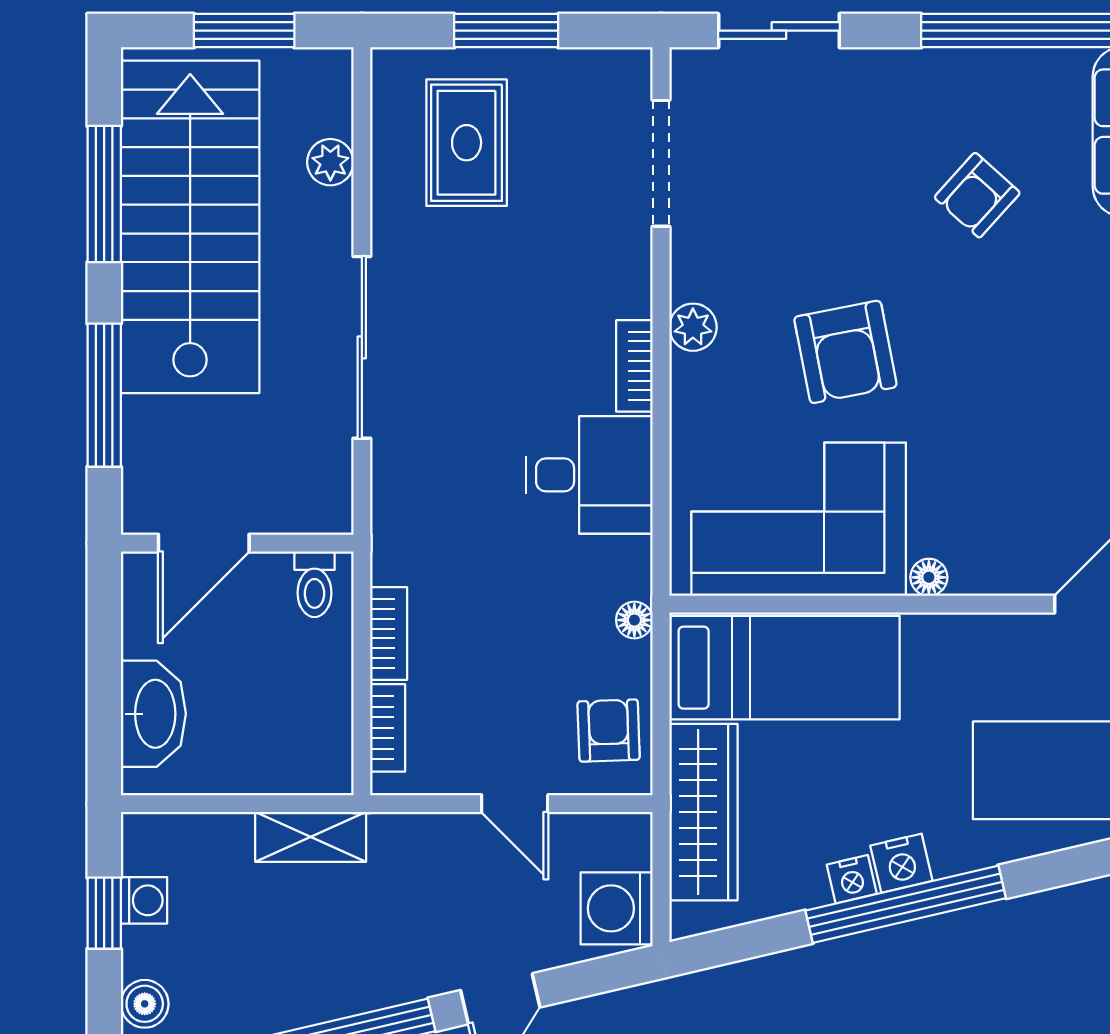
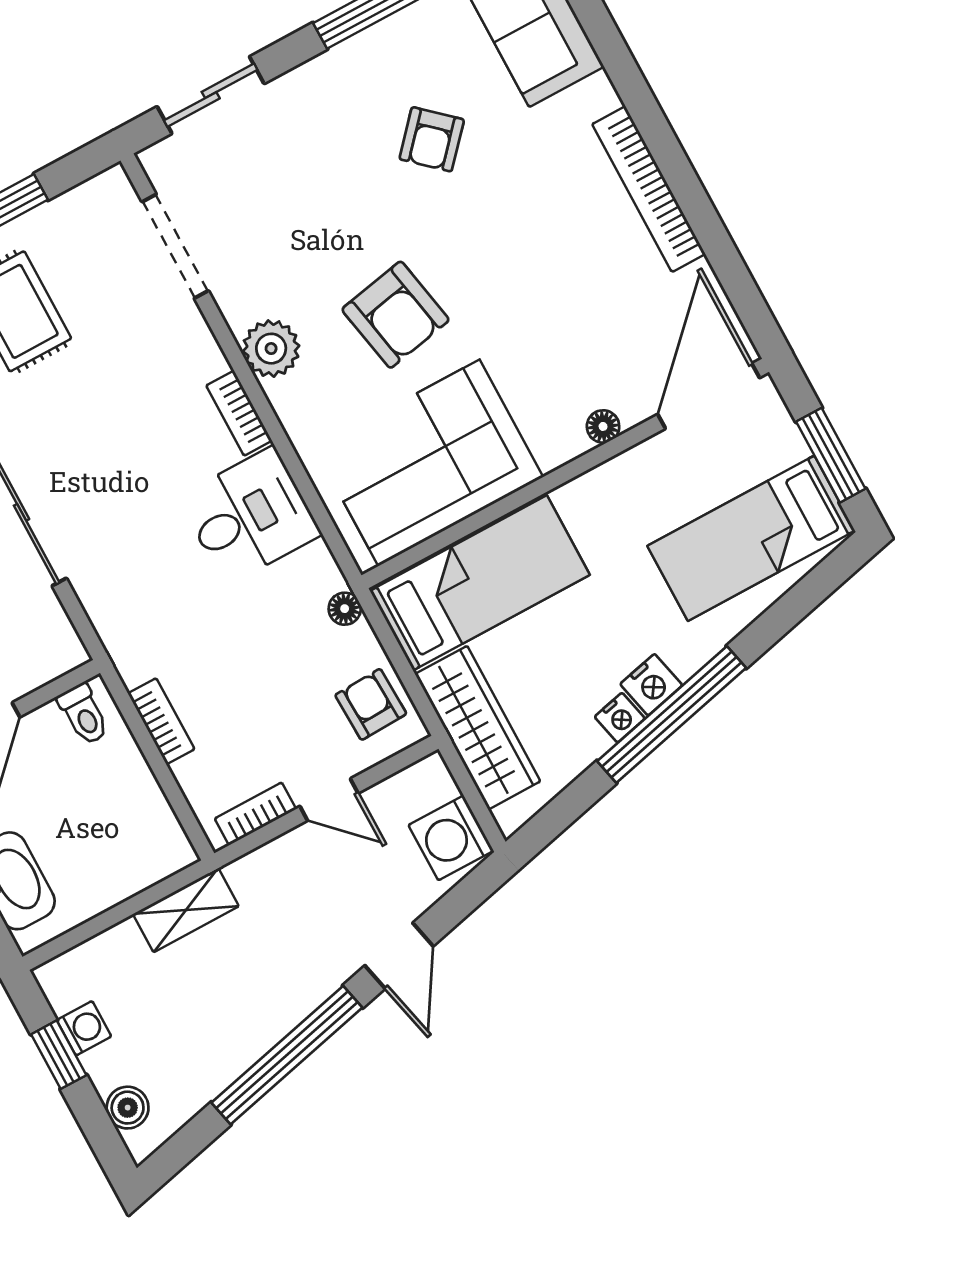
plant: (693, 327) -> (271, 349), width x1.38, depth x1.38
floor lamp: (929, 577) -> (603, 426), moved
bookcase: (388, 728) -> (255, 814), moved, turned -90

